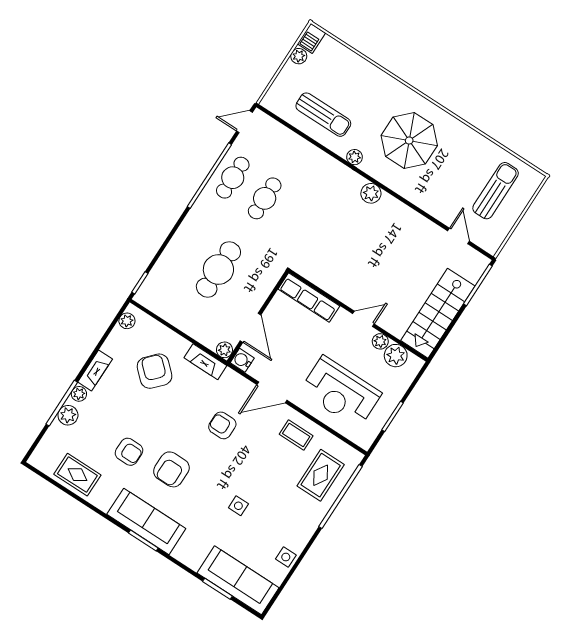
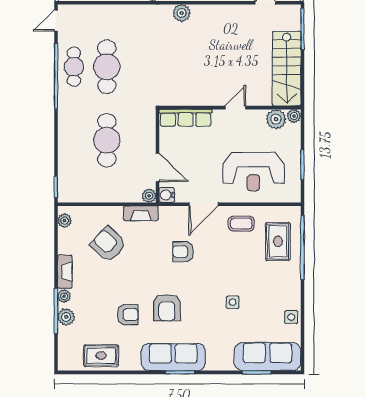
cafe table: (265, 198) -> (107, 67), width x1.37, depth x1.35
plant: (380, 341) -> (294, 116), moved

